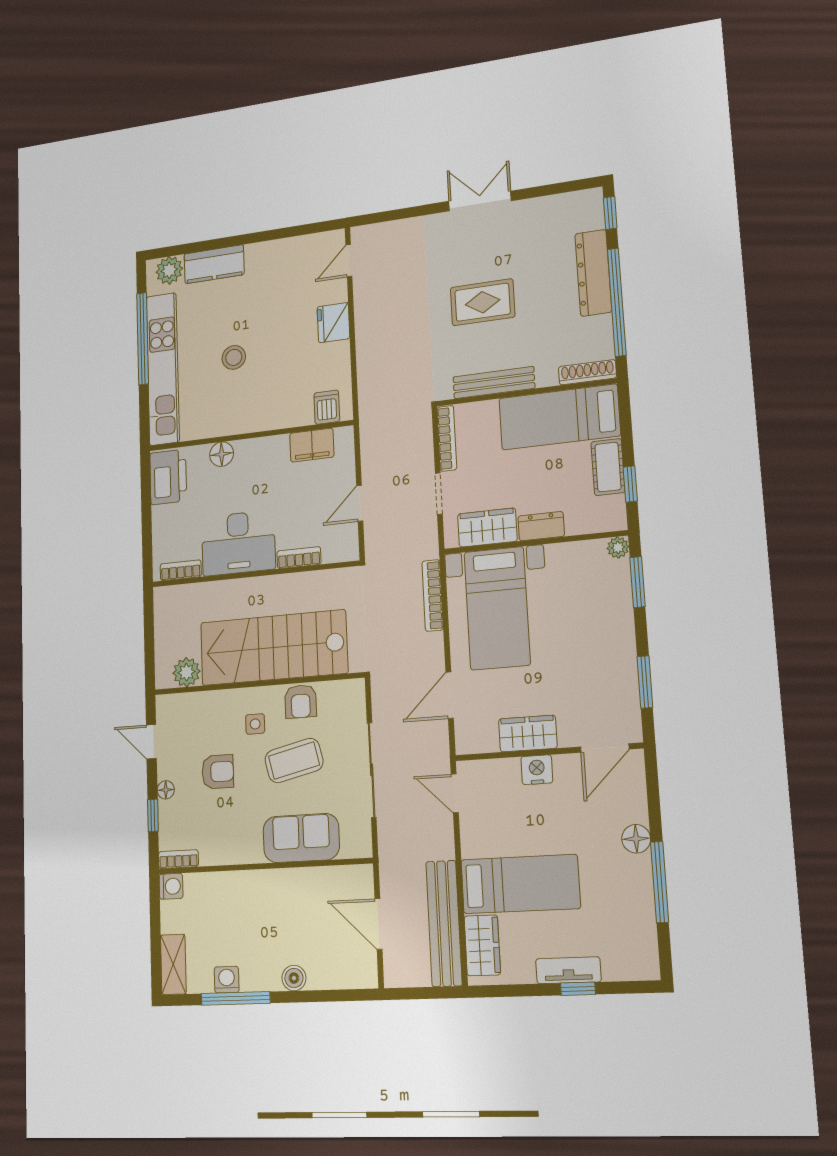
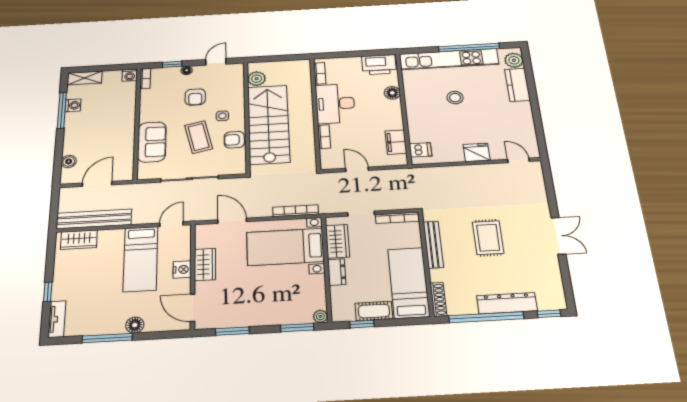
bed: (520, 884) -> (141, 259), moved
tv unit: (568, 970) -> (57, 319), moved
boiler: (294, 978) -> (69, 161), moved

